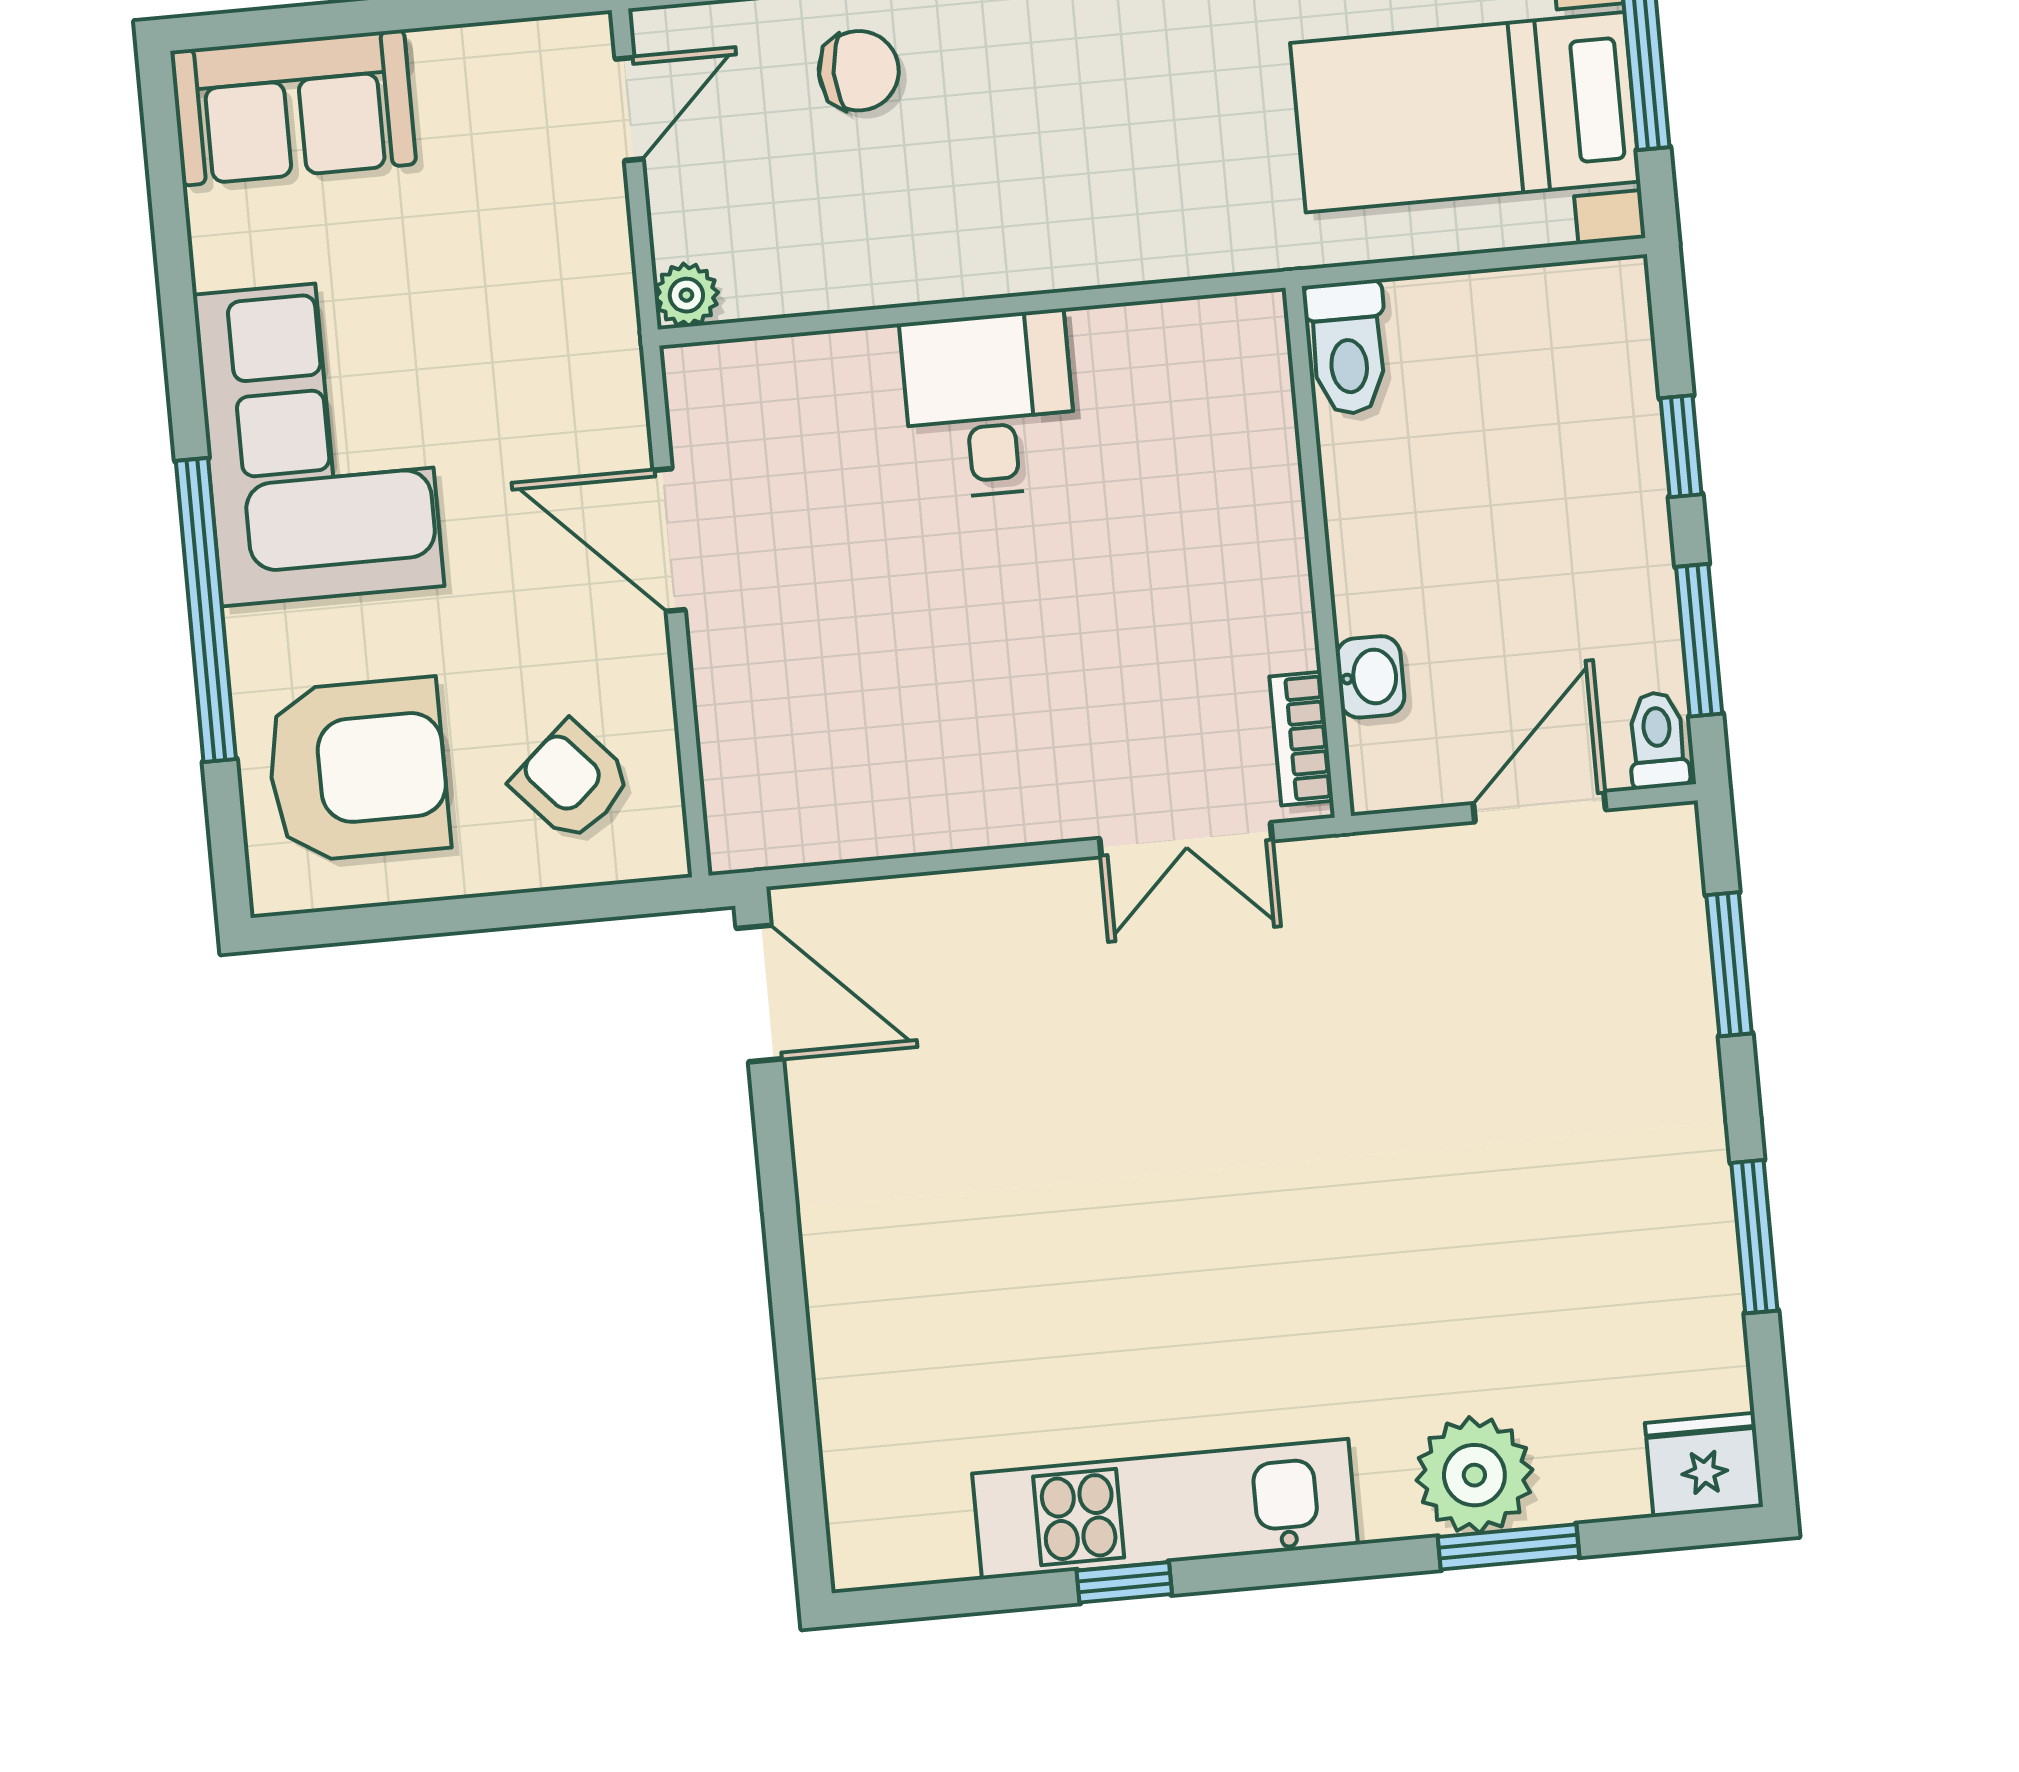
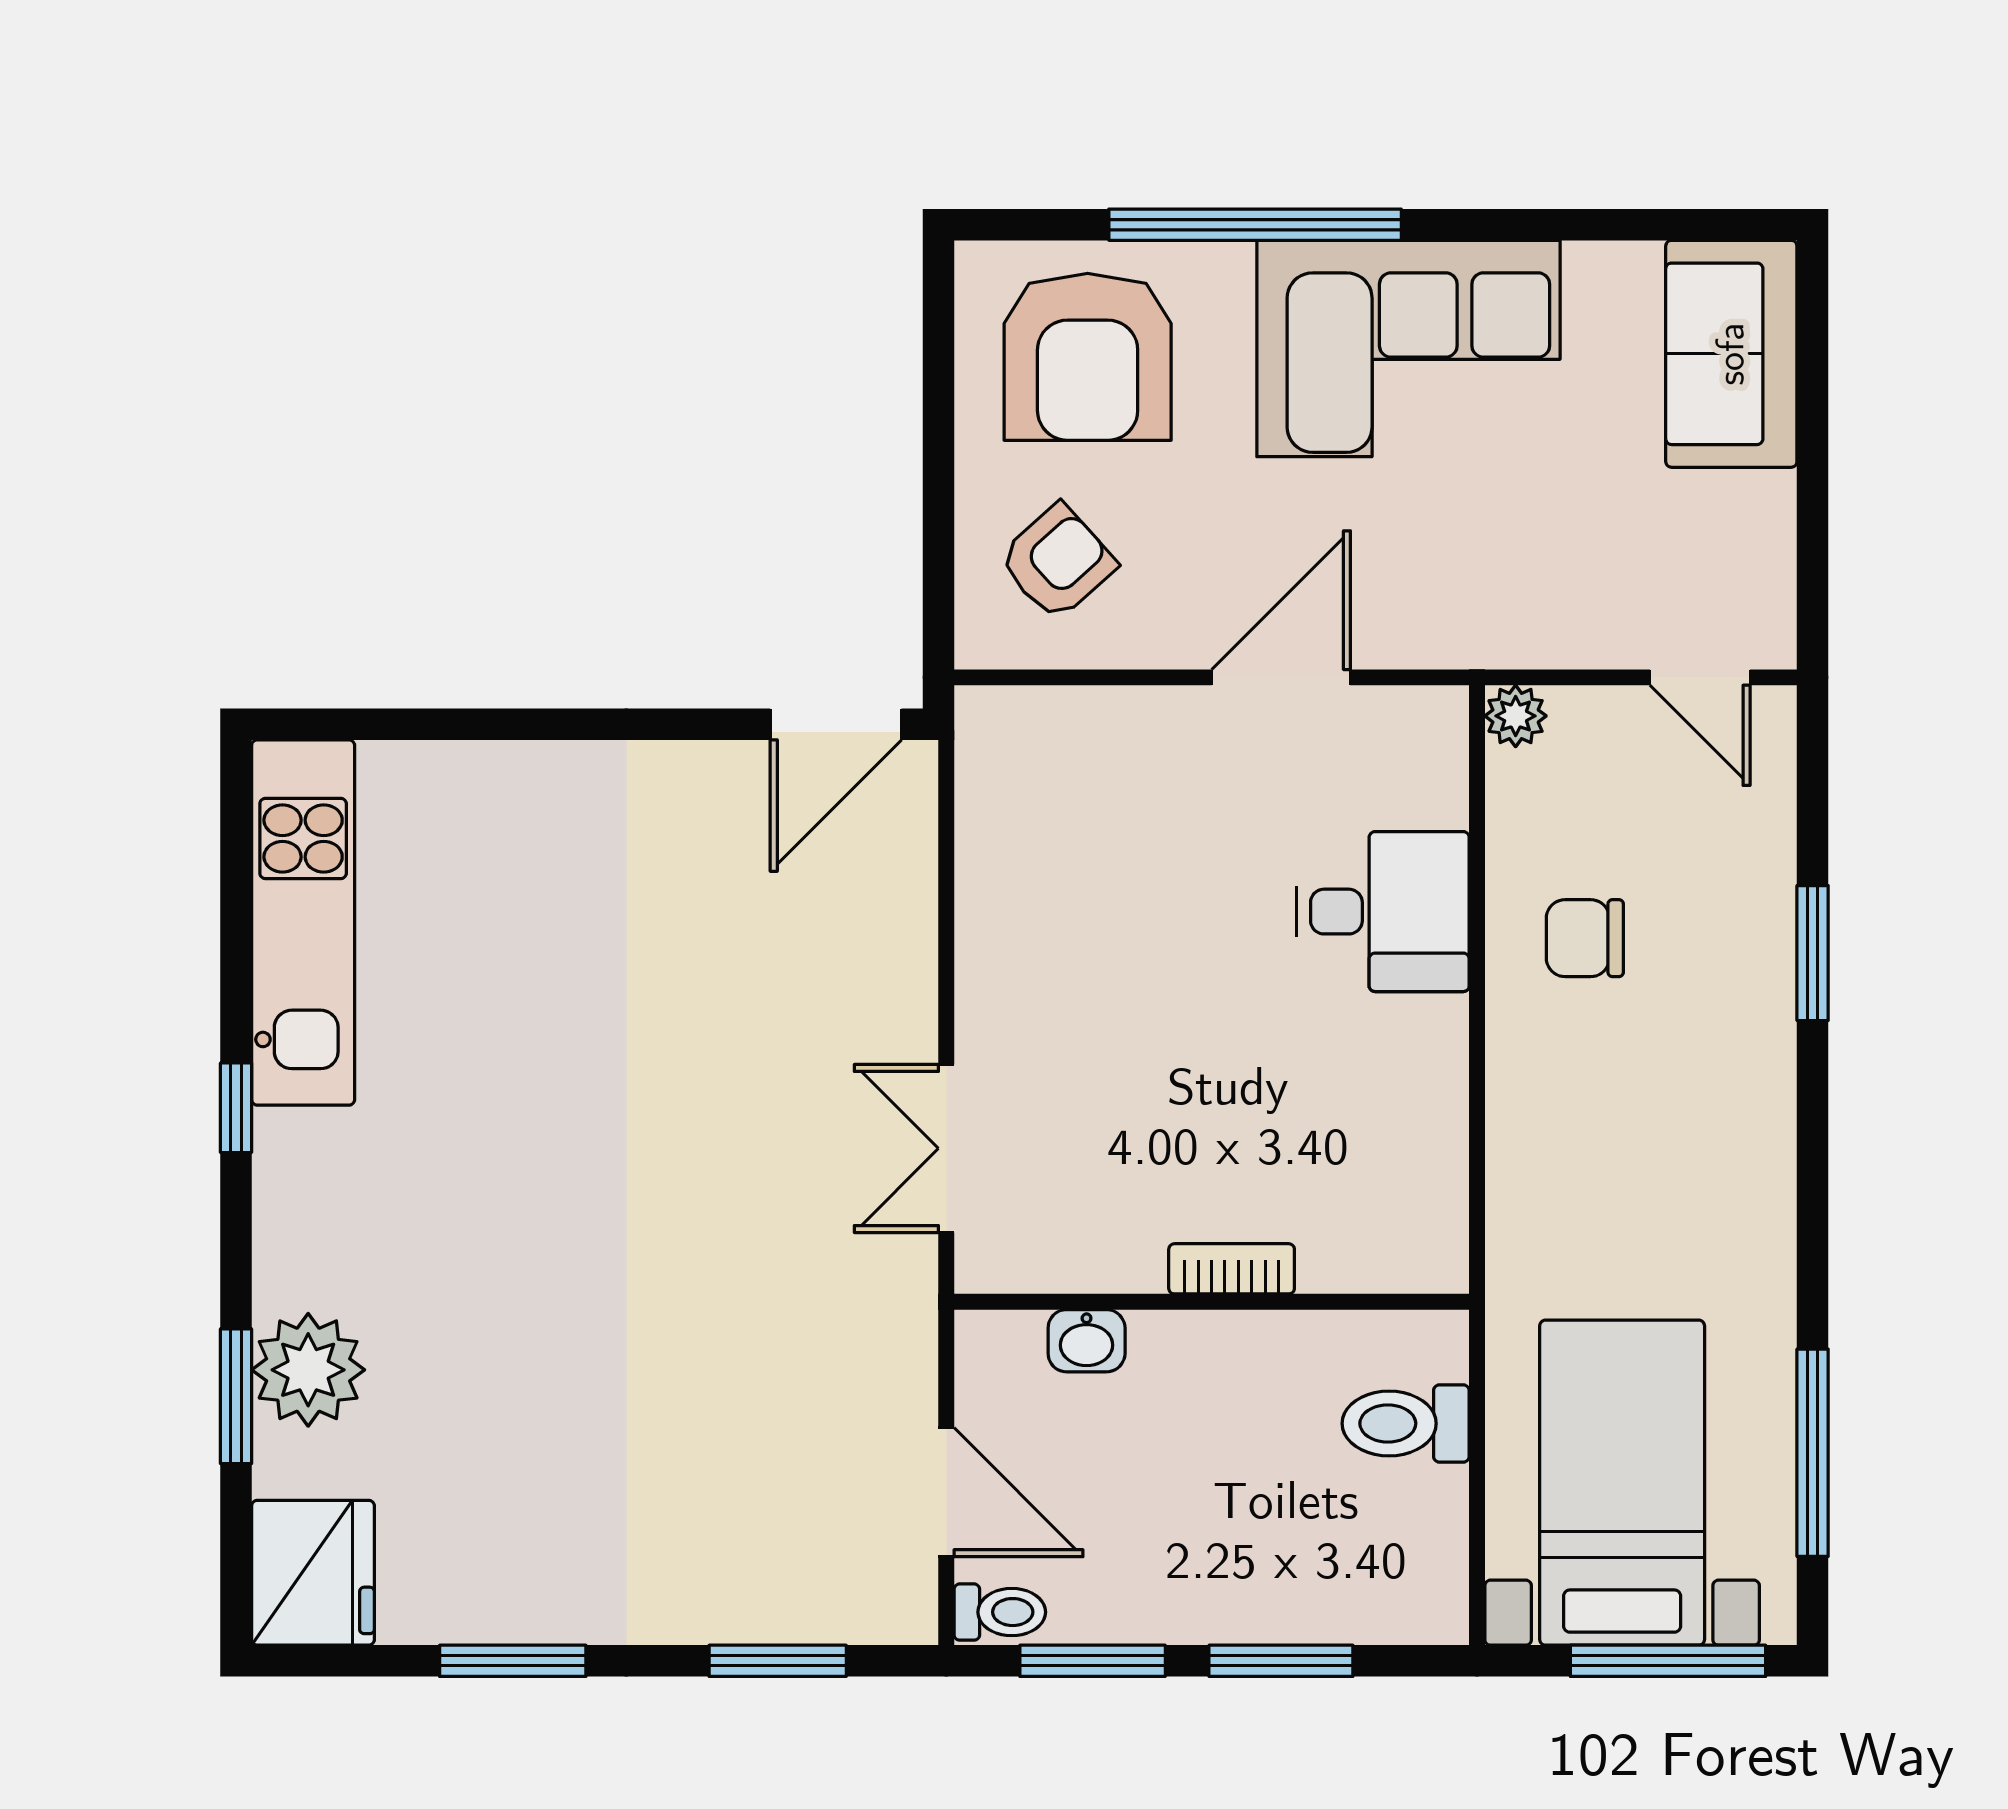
chair: (859, 71) -> (1585, 938), moved, turned 90
toilet: (1347, 348) -> (1406, 1423), moved
desk: (989, 405) -> (1383, 912), moved
window: (1681, 446) -> (1281, 1661), width x1.50
bookcase: (1301, 739) -> (1232, 1269), moved
fridge: (1704, 1465) -> (313, 1573), width x1.36, depth x1.34
kitchen unit: (1165, 1509) -> (303, 923), moved
window: (1124, 1582) -> (236, 1108), moved

